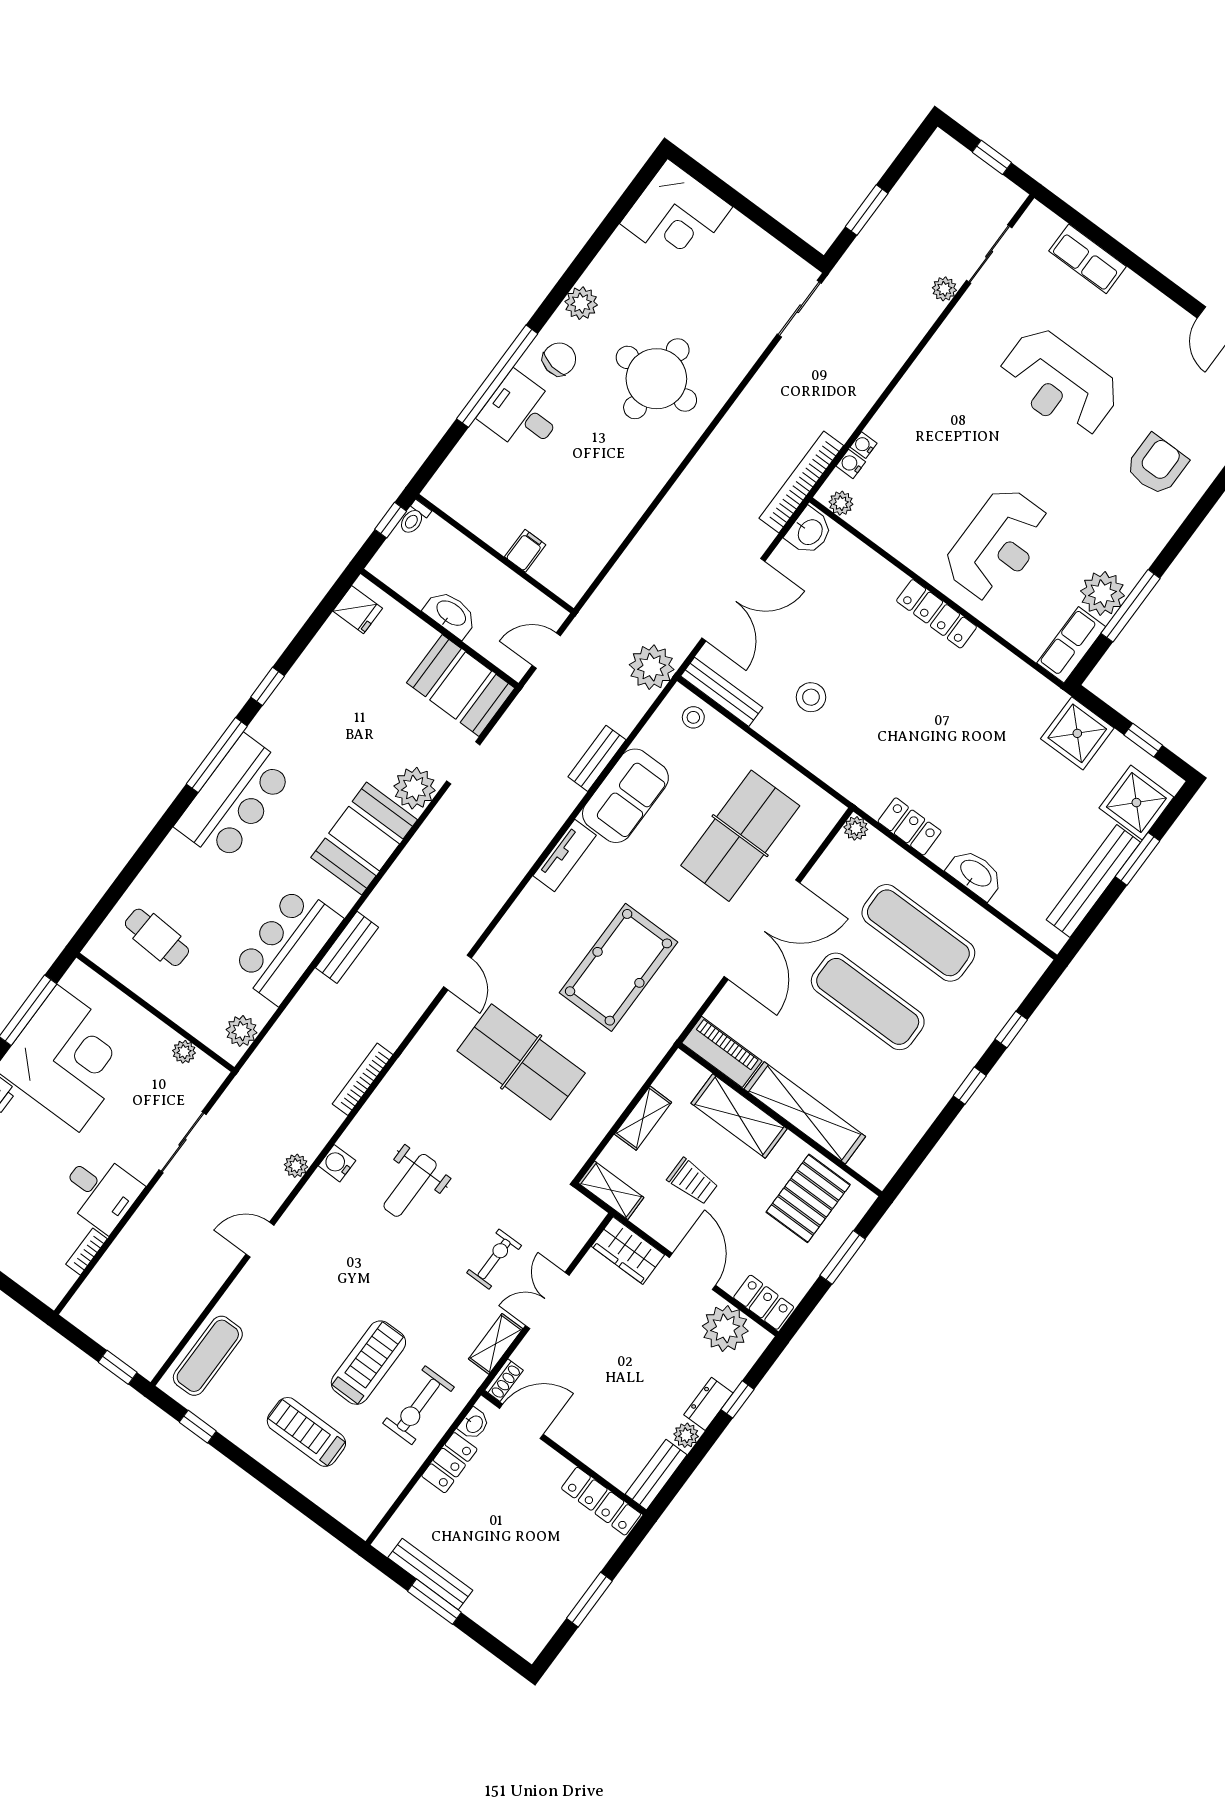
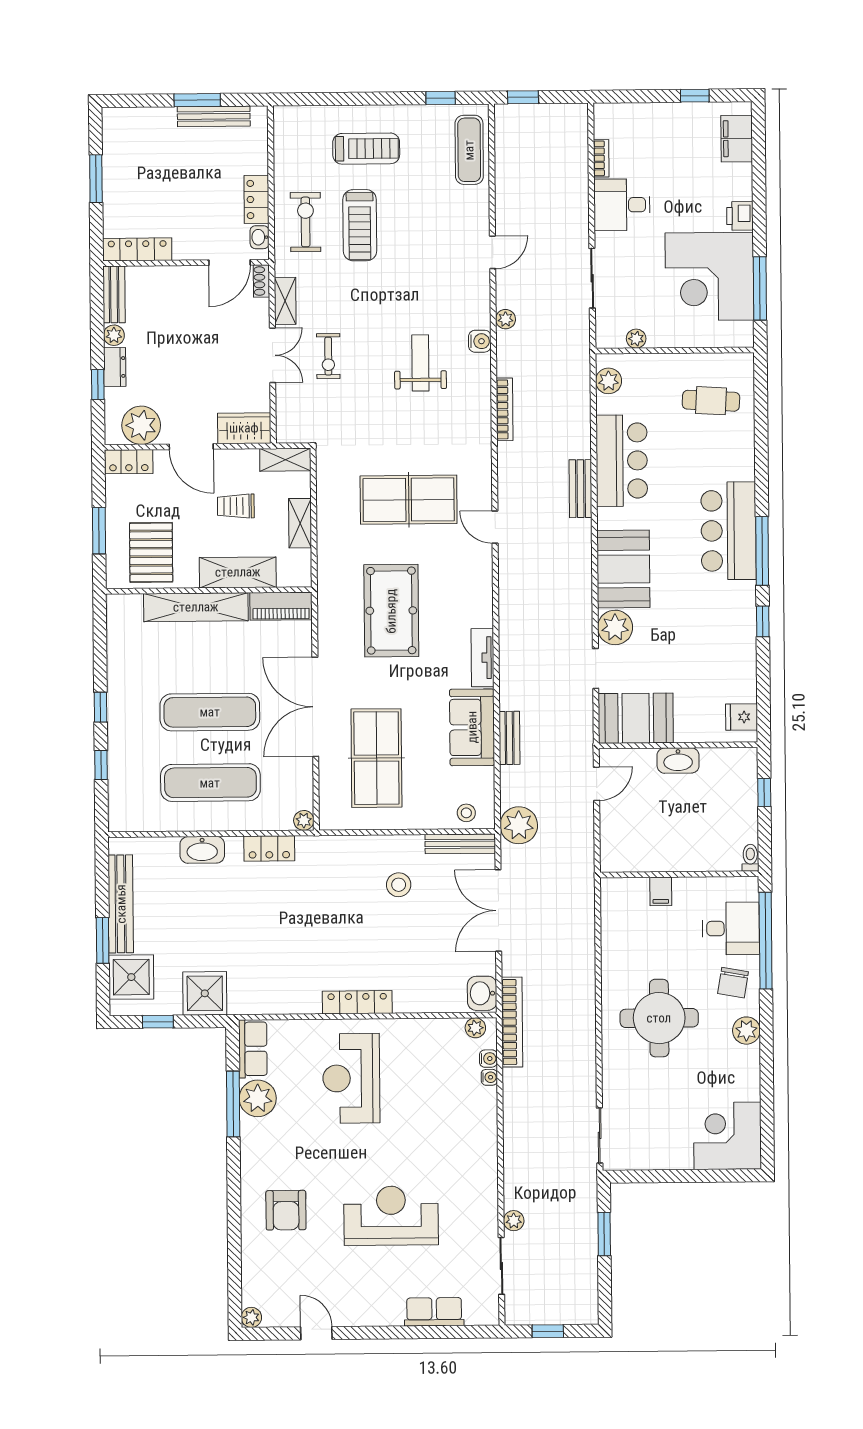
toilet: (414, 518) -> (750, 858), moved
filing cabinet: (525, 551) -> (661, 891), moved
wall: (495, 554) -> (679, 874), moved

